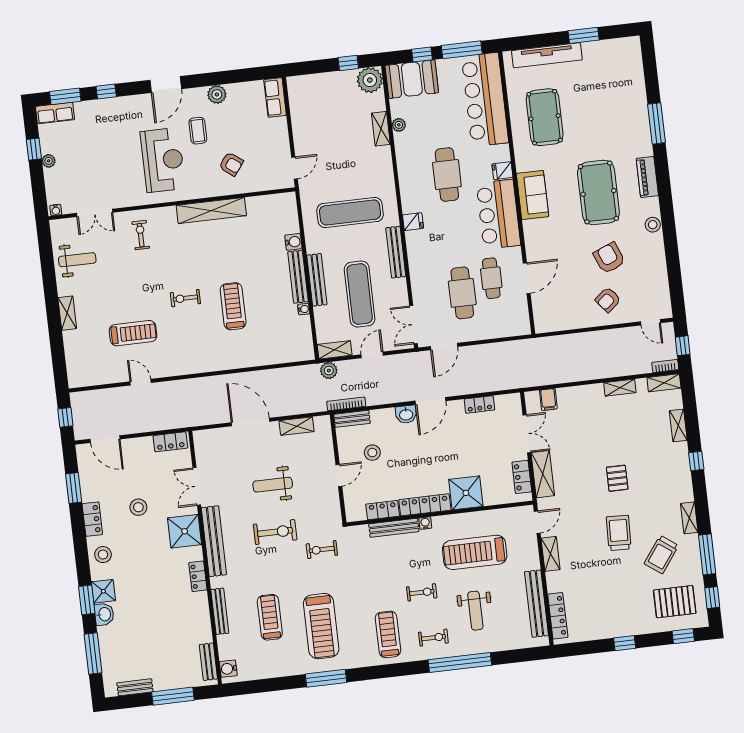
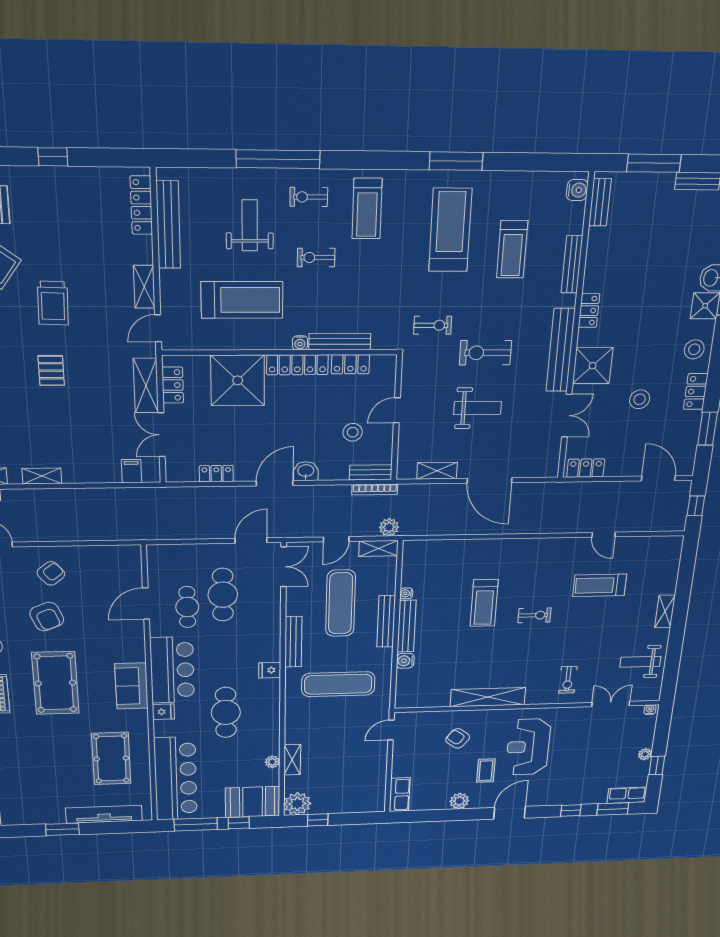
shower: (466, 493) -> (238, 380), width x1.37, depth x1.37

